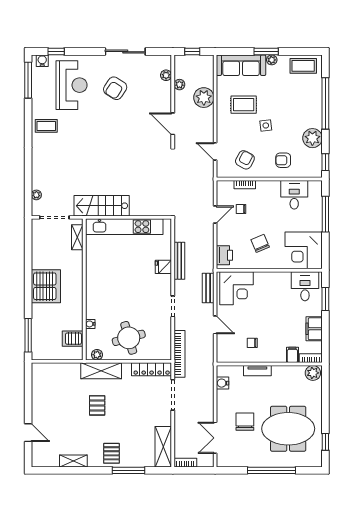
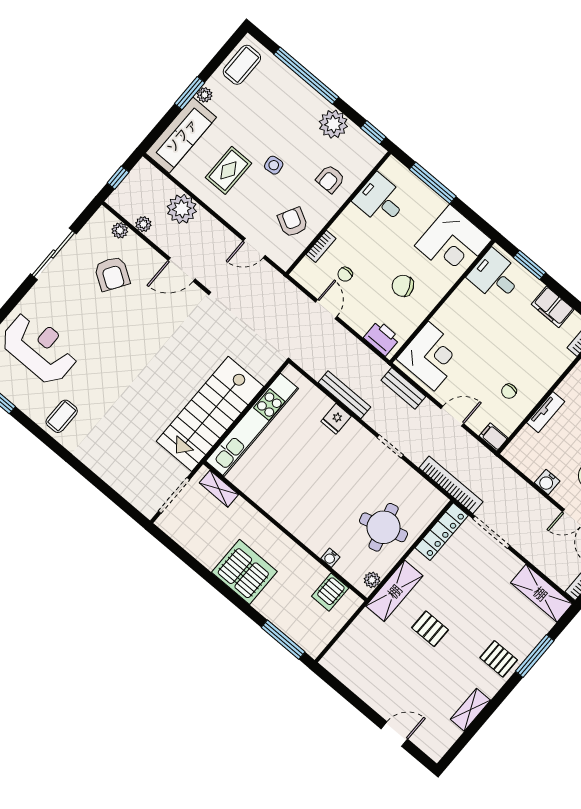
armchair: (115, 88) -> (112, 274), moved
plant: (36, 195) -> (131, 494), removed
stairs: (102, 206) -> (210, 414), width x1.36, depth x1.51
filing cabinet: (292, 355) -> (494, 437), moved
water cooler: (223, 383) -> (547, 482), moved

